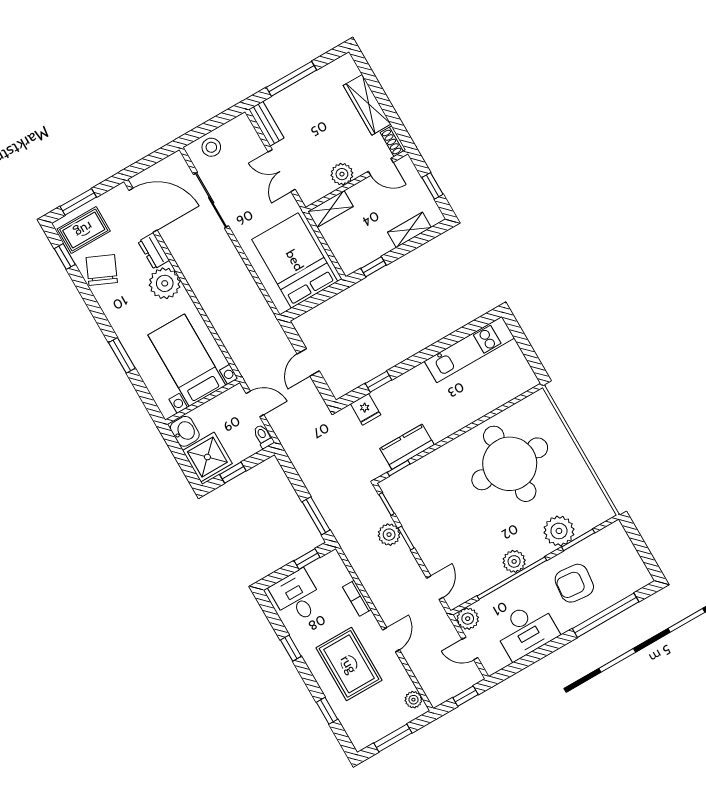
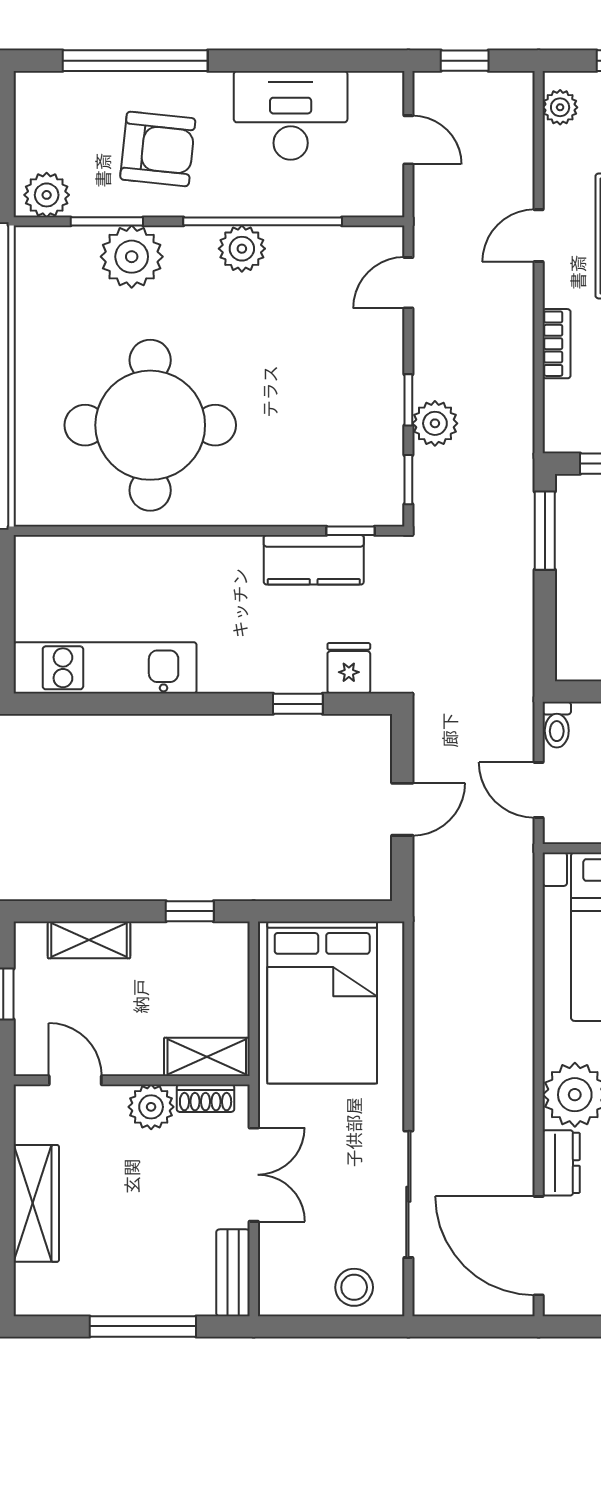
shoe rack: (393, 141) -> (206, 1098), moved, turned 90
plant: (468, 619) -> (47, 195), moved

